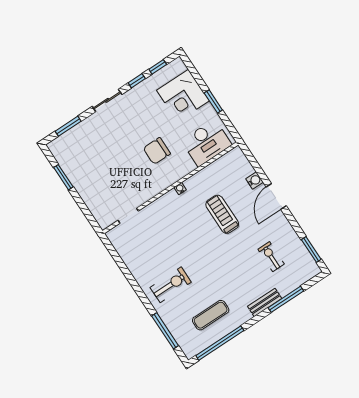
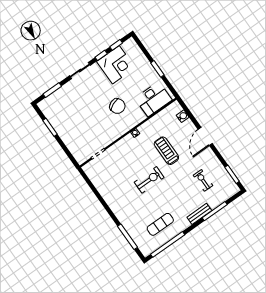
corner desk: (183, 96) -> (116, 65), moved, turned -90
chair: (157, 151) -> (117, 106), turned -113
water cooler: (255, 180) -> (183, 116), moved
exercise bike: (171, 285) -> (149, 180), moved

